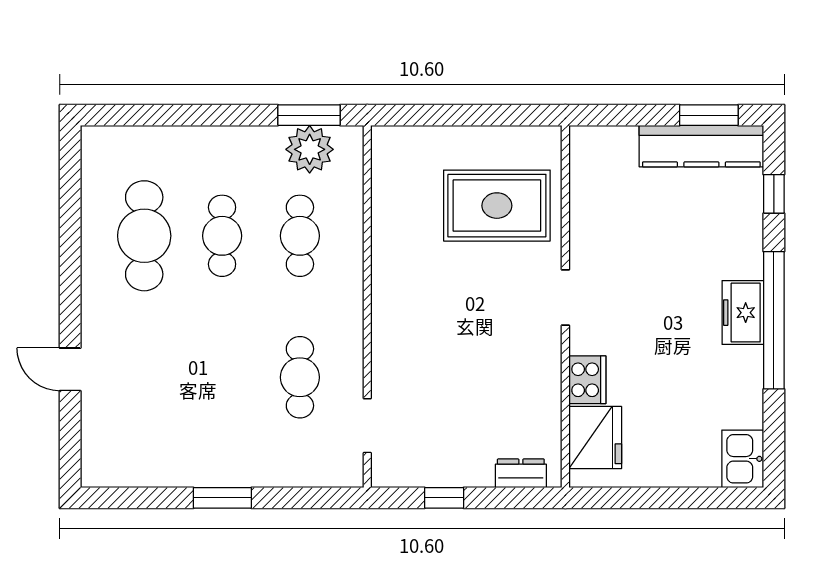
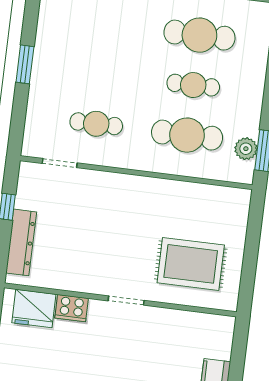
plant: (310, 149) -> (246, 149), width x0.73, depth x0.73
rug: (497, 206) -> (191, 264), turned 90
cafe table: (300, 236) -> (187, 135), width x1.37, depth x1.35
dresser: (521, 473) -> (21, 242), width x1.96, depth x1.24

